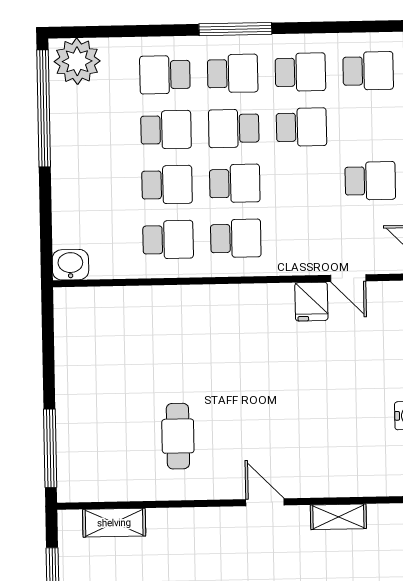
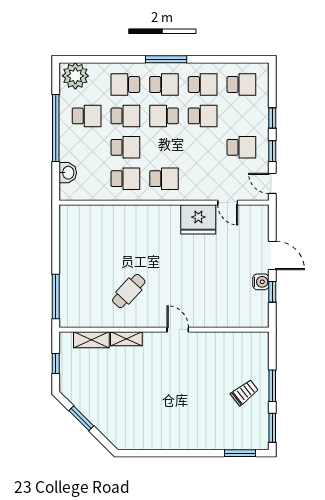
window: (44, 108) -> (56, 128), moved
school desk: (235, 183) -> (87, 116), moved
washbasin: (70, 265) -> (68, 173), moved, turned 90
fridge: (311, 302) -> (198, 219), width x1.88, depth x1.34
cafe table: (178, 436) -> (129, 291), turned 43
shelving: (338, 517) -> (126, 339), moved

